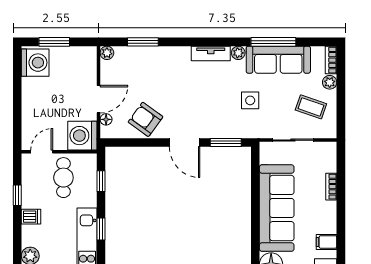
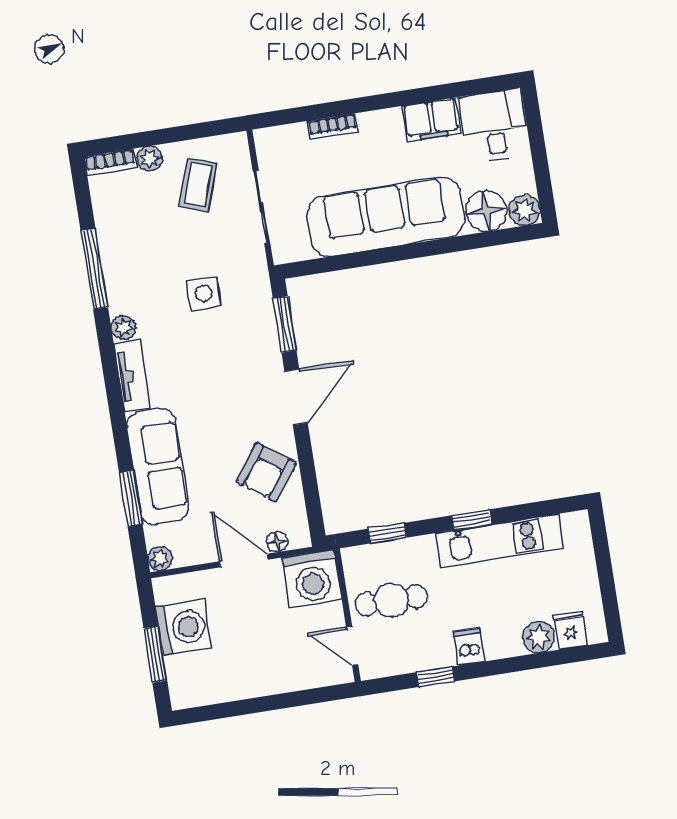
sofa: (278, 60) -> (158, 467), moved
washing machine: (35, 63) -> (184, 627), moved, turned 90
filing cabinet: (326, 242) -> (431, 120), width x2.00

